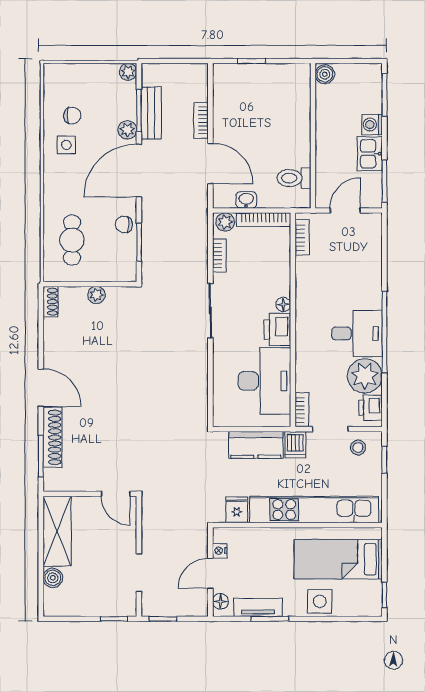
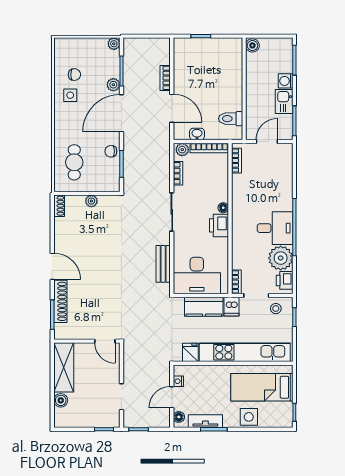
bench: (151, 113) -> (163, 264), moved
desk: (265, 381) -> (197, 276), moved, turned 90

